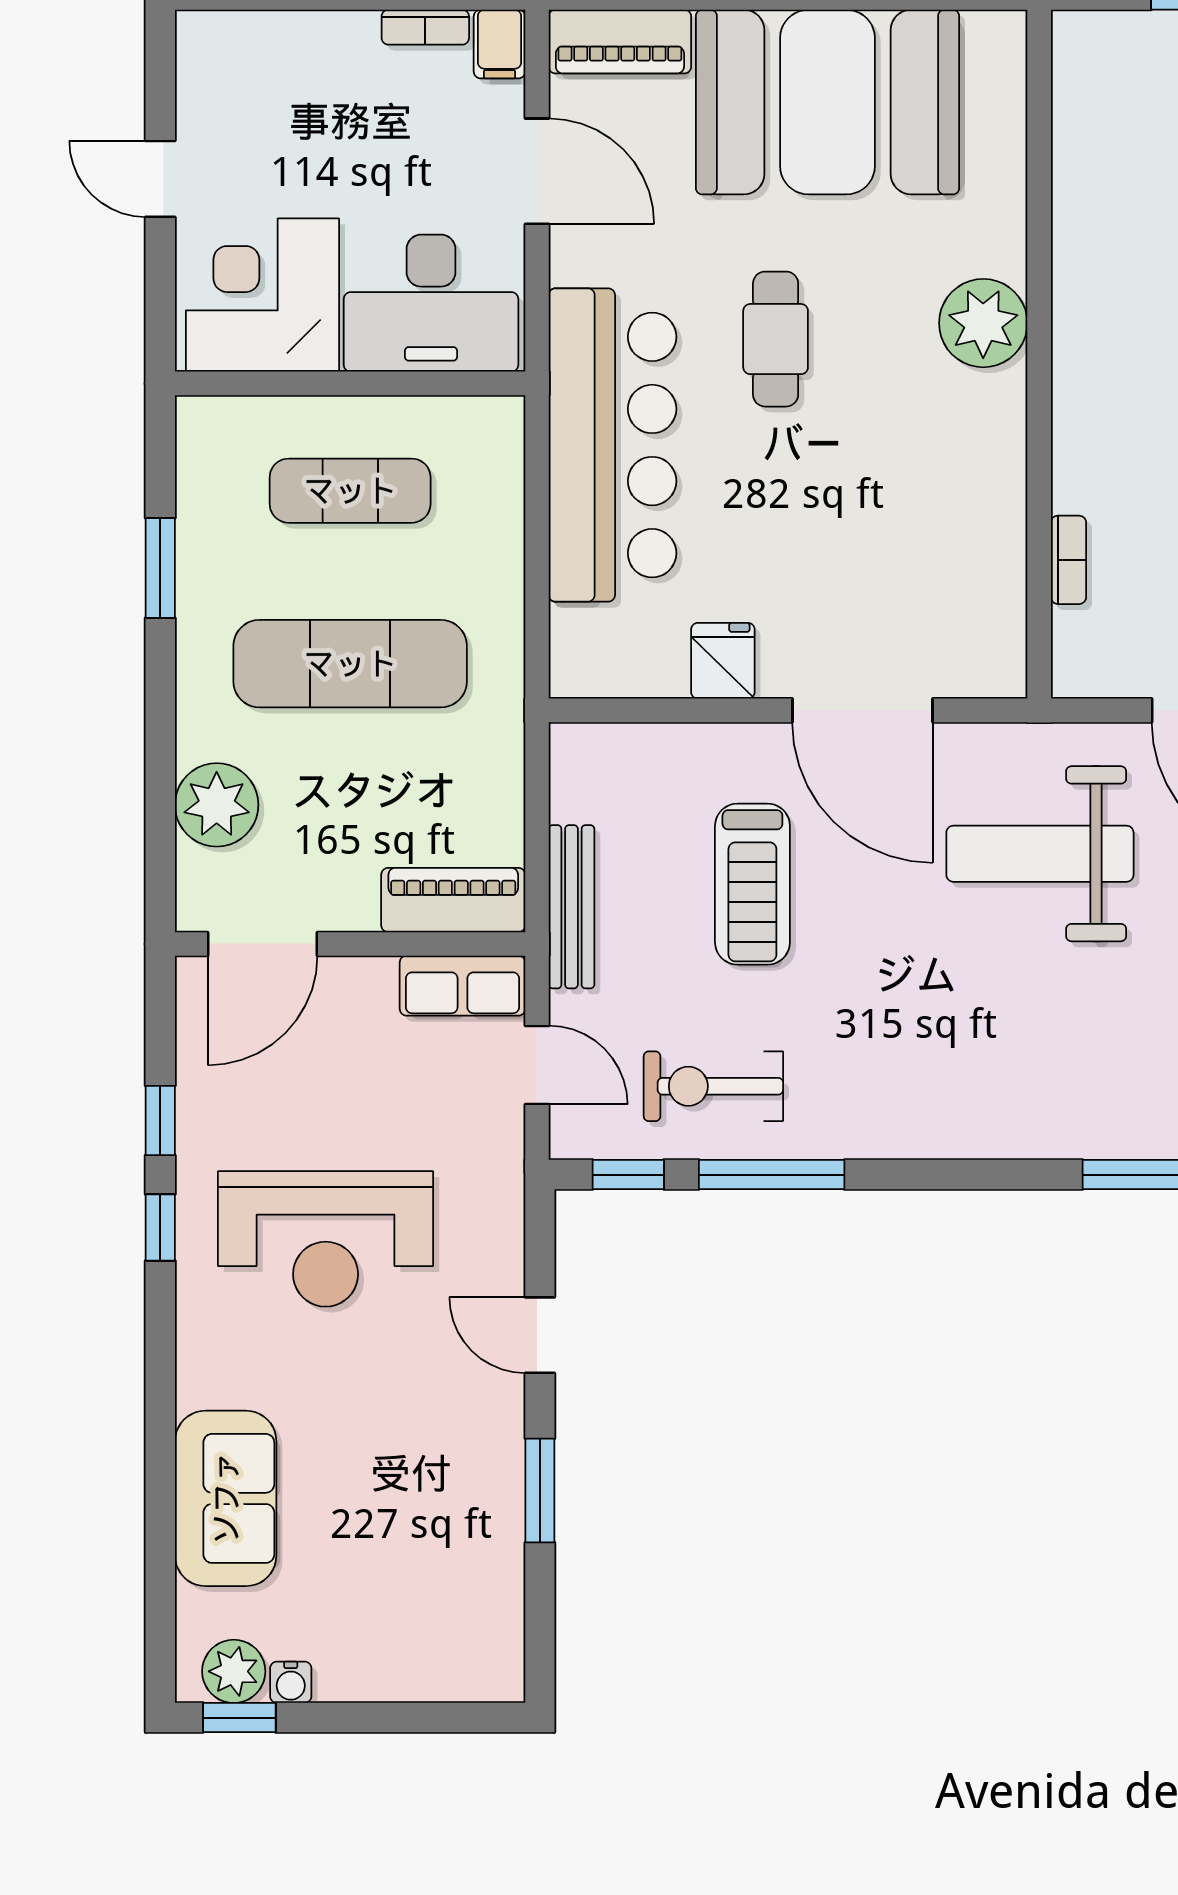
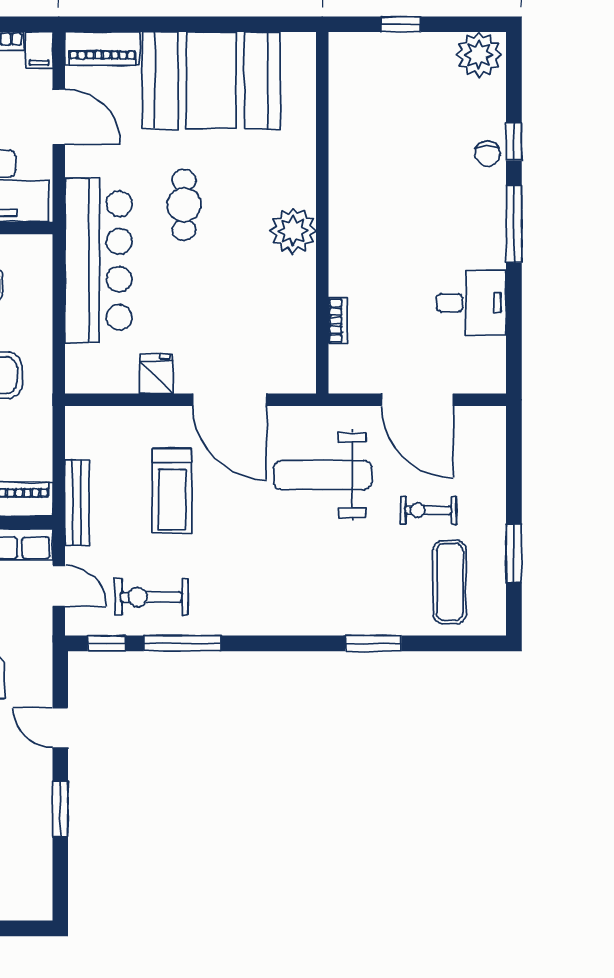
plant: (983, 323) -> (293, 231), moved

